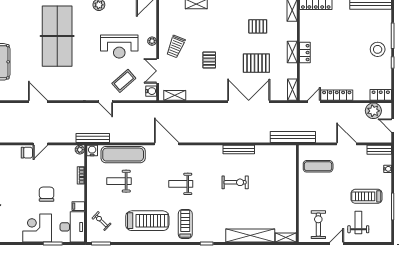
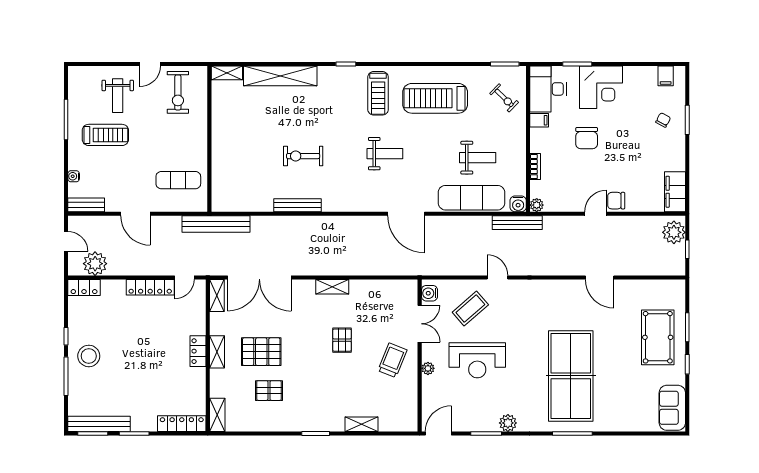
reception desk: (119, 46) -> (477, 360), turned 180
pallet: (256, 63) -> (261, 352), moved
shelving: (175, 95) -> (332, 287), moved
double door: (249, 102) -> (259, 277), moved

